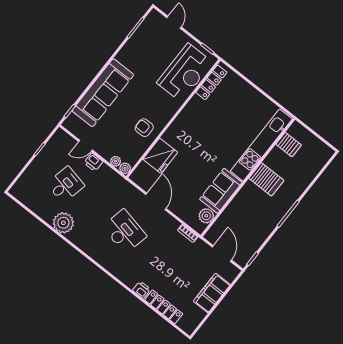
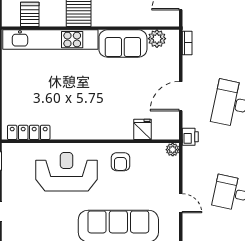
reception desk: (185, 73) -> (67, 172), moved
fridge: (160, 156) -> (143, 129), width x0.53, depth x0.75
plant: (116, 161) -> (173, 164), removed
printer: (93, 162) -> (190, 137), moved

